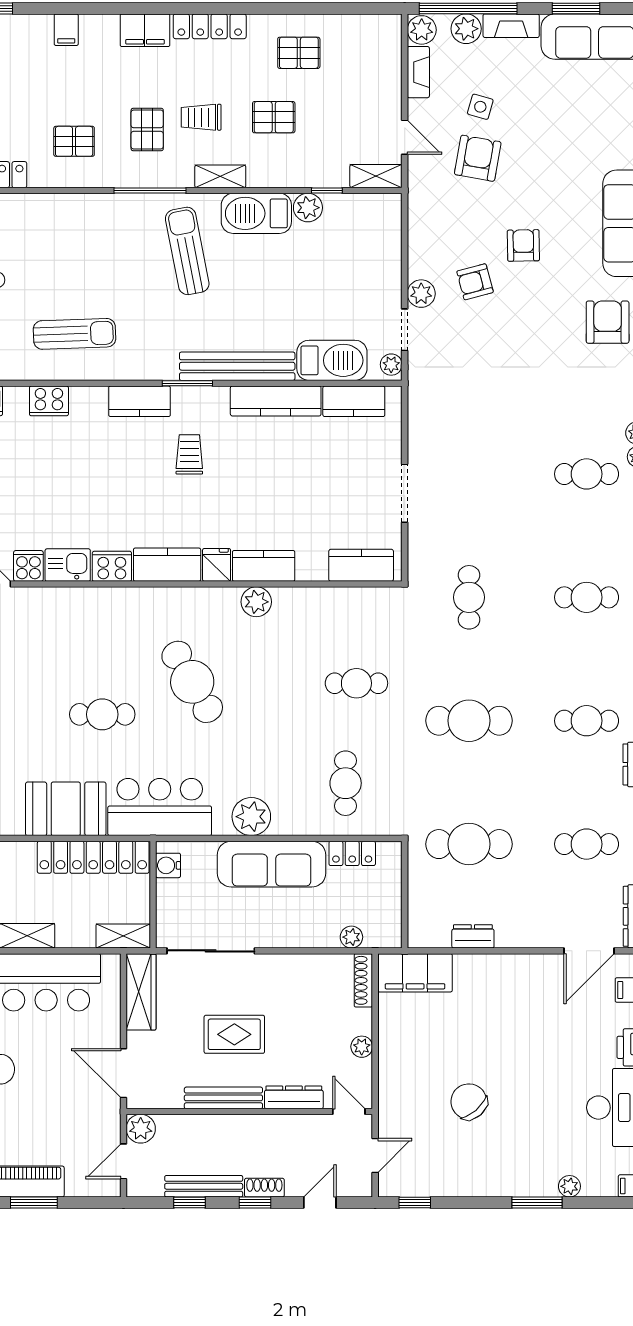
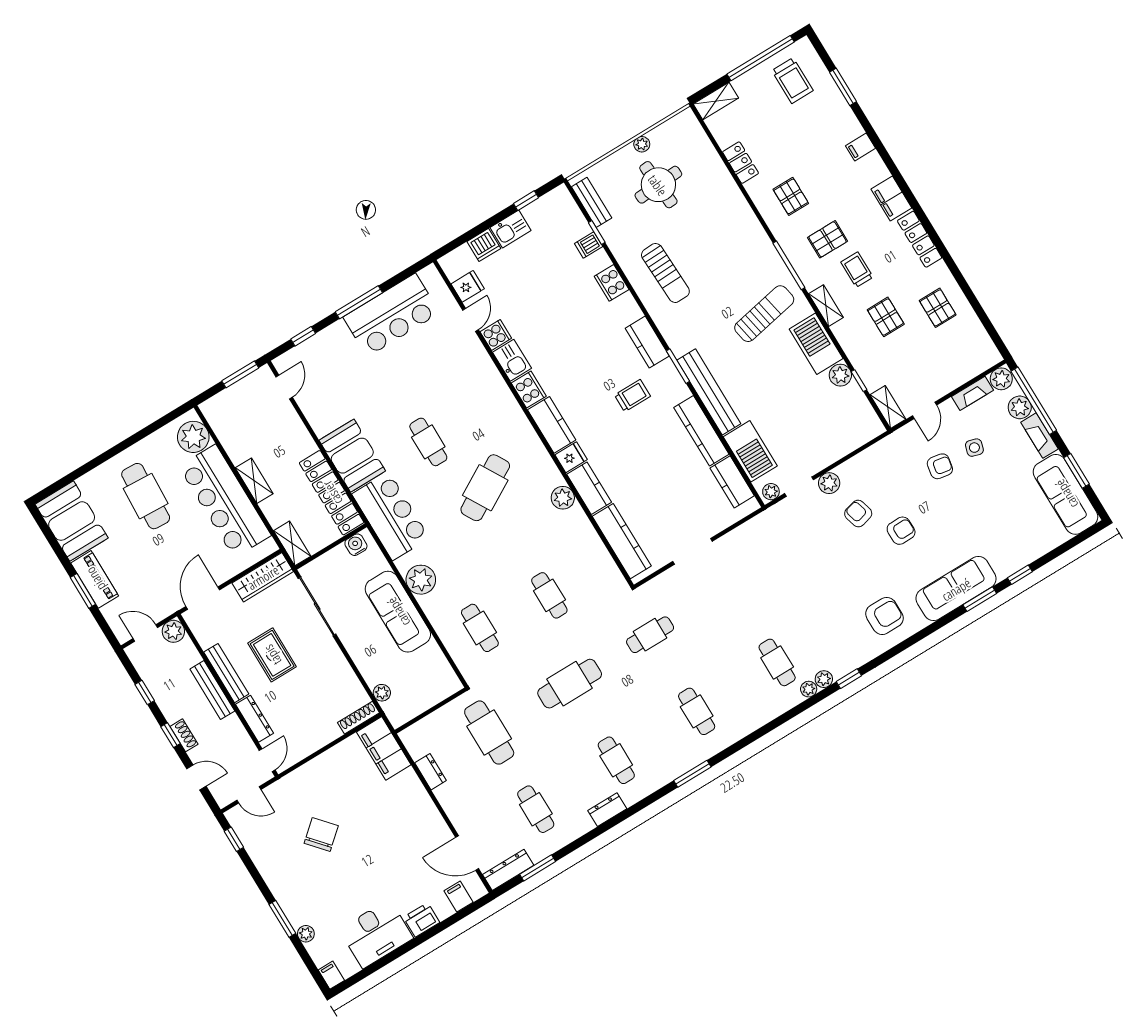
armchair: (478, 158) -> (940, 466), width x0.72, depth x0.72
kitchen counter: (361, 565) -> (622, 541), width x1.50
cafe table: (469, 721) -> (570, 684), turned 90
cafe table: (346, 783) -> (480, 628), turned 90
locker: (352, 853) -> (437, 660), removed
plant: (362, 1047) -> (315, 743), removed
bench: (204, 1186) -> (212, 690), moved

